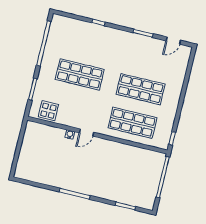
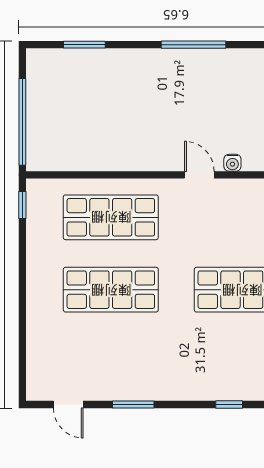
door: (173, 41) -> (68, 404), swing flipped
door: (87, 133) -> (199, 175), hinge flipped

